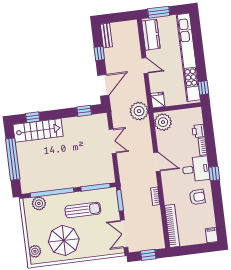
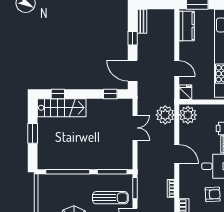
door: (145, 66) -> (177, 69), moved
door: (103, 85) -> (133, 71), swing flipped
plant: (139, 111) -> (165, 115), moved
window: (13, 159) -> (33, 133), width x0.47
plant: (39, 203) -> (53, 181), removed
sun lounger: (83, 210) -> (110, 198), moved

